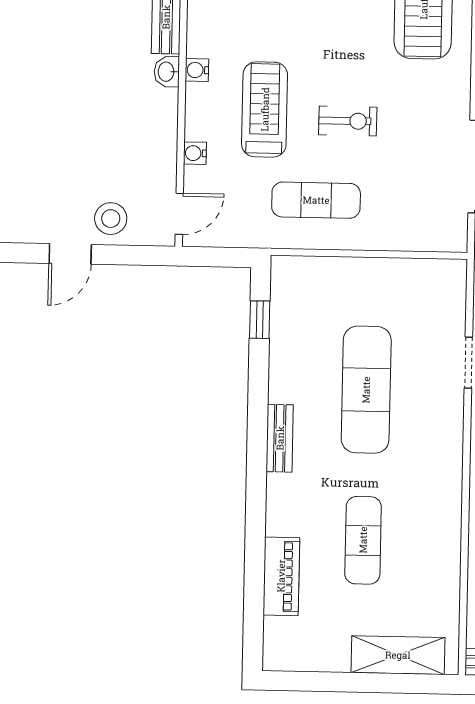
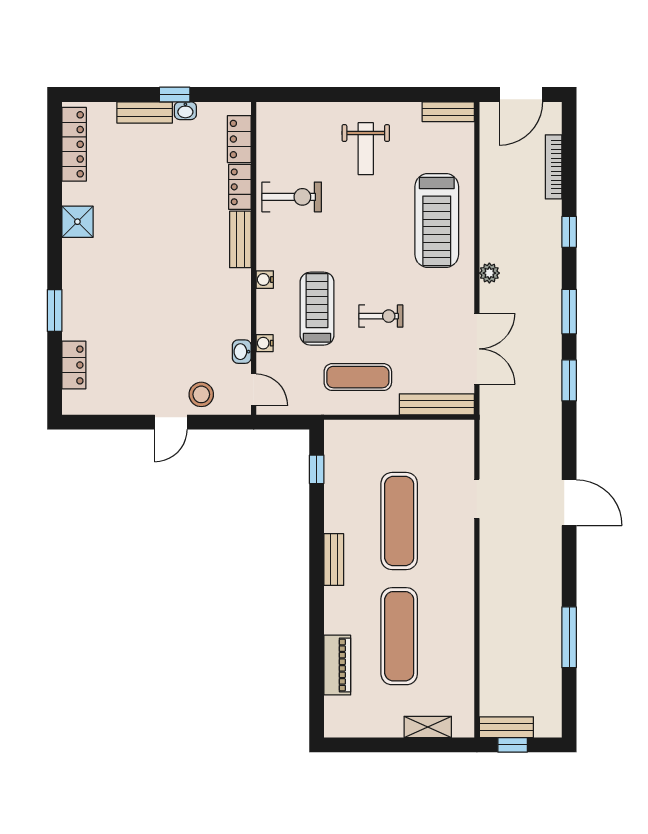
washbasin: (167, 72) -> (242, 352), moved
door: (179, 214) -> (254, 390), hinge flipped
bench: (419, 238) -> (437, 404), added
exercise mat: (363, 540) -> (399, 636), width x1.36, depth x1.45
shelving: (398, 655) -> (428, 727), width x0.67, depth x0.75

